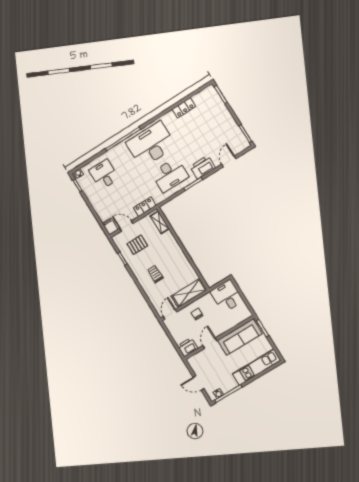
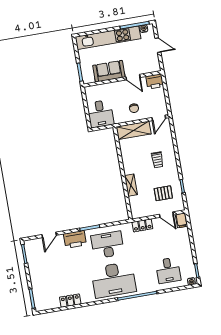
shelving: (160, 222) -> (131, 185), moved
sofa: (240, 337) -> (109, 71), width x0.73
door: (210, 343) -> (133, 77), hinge flipped
kitchen unit: (256, 367) -> (108, 38), width x1.36

